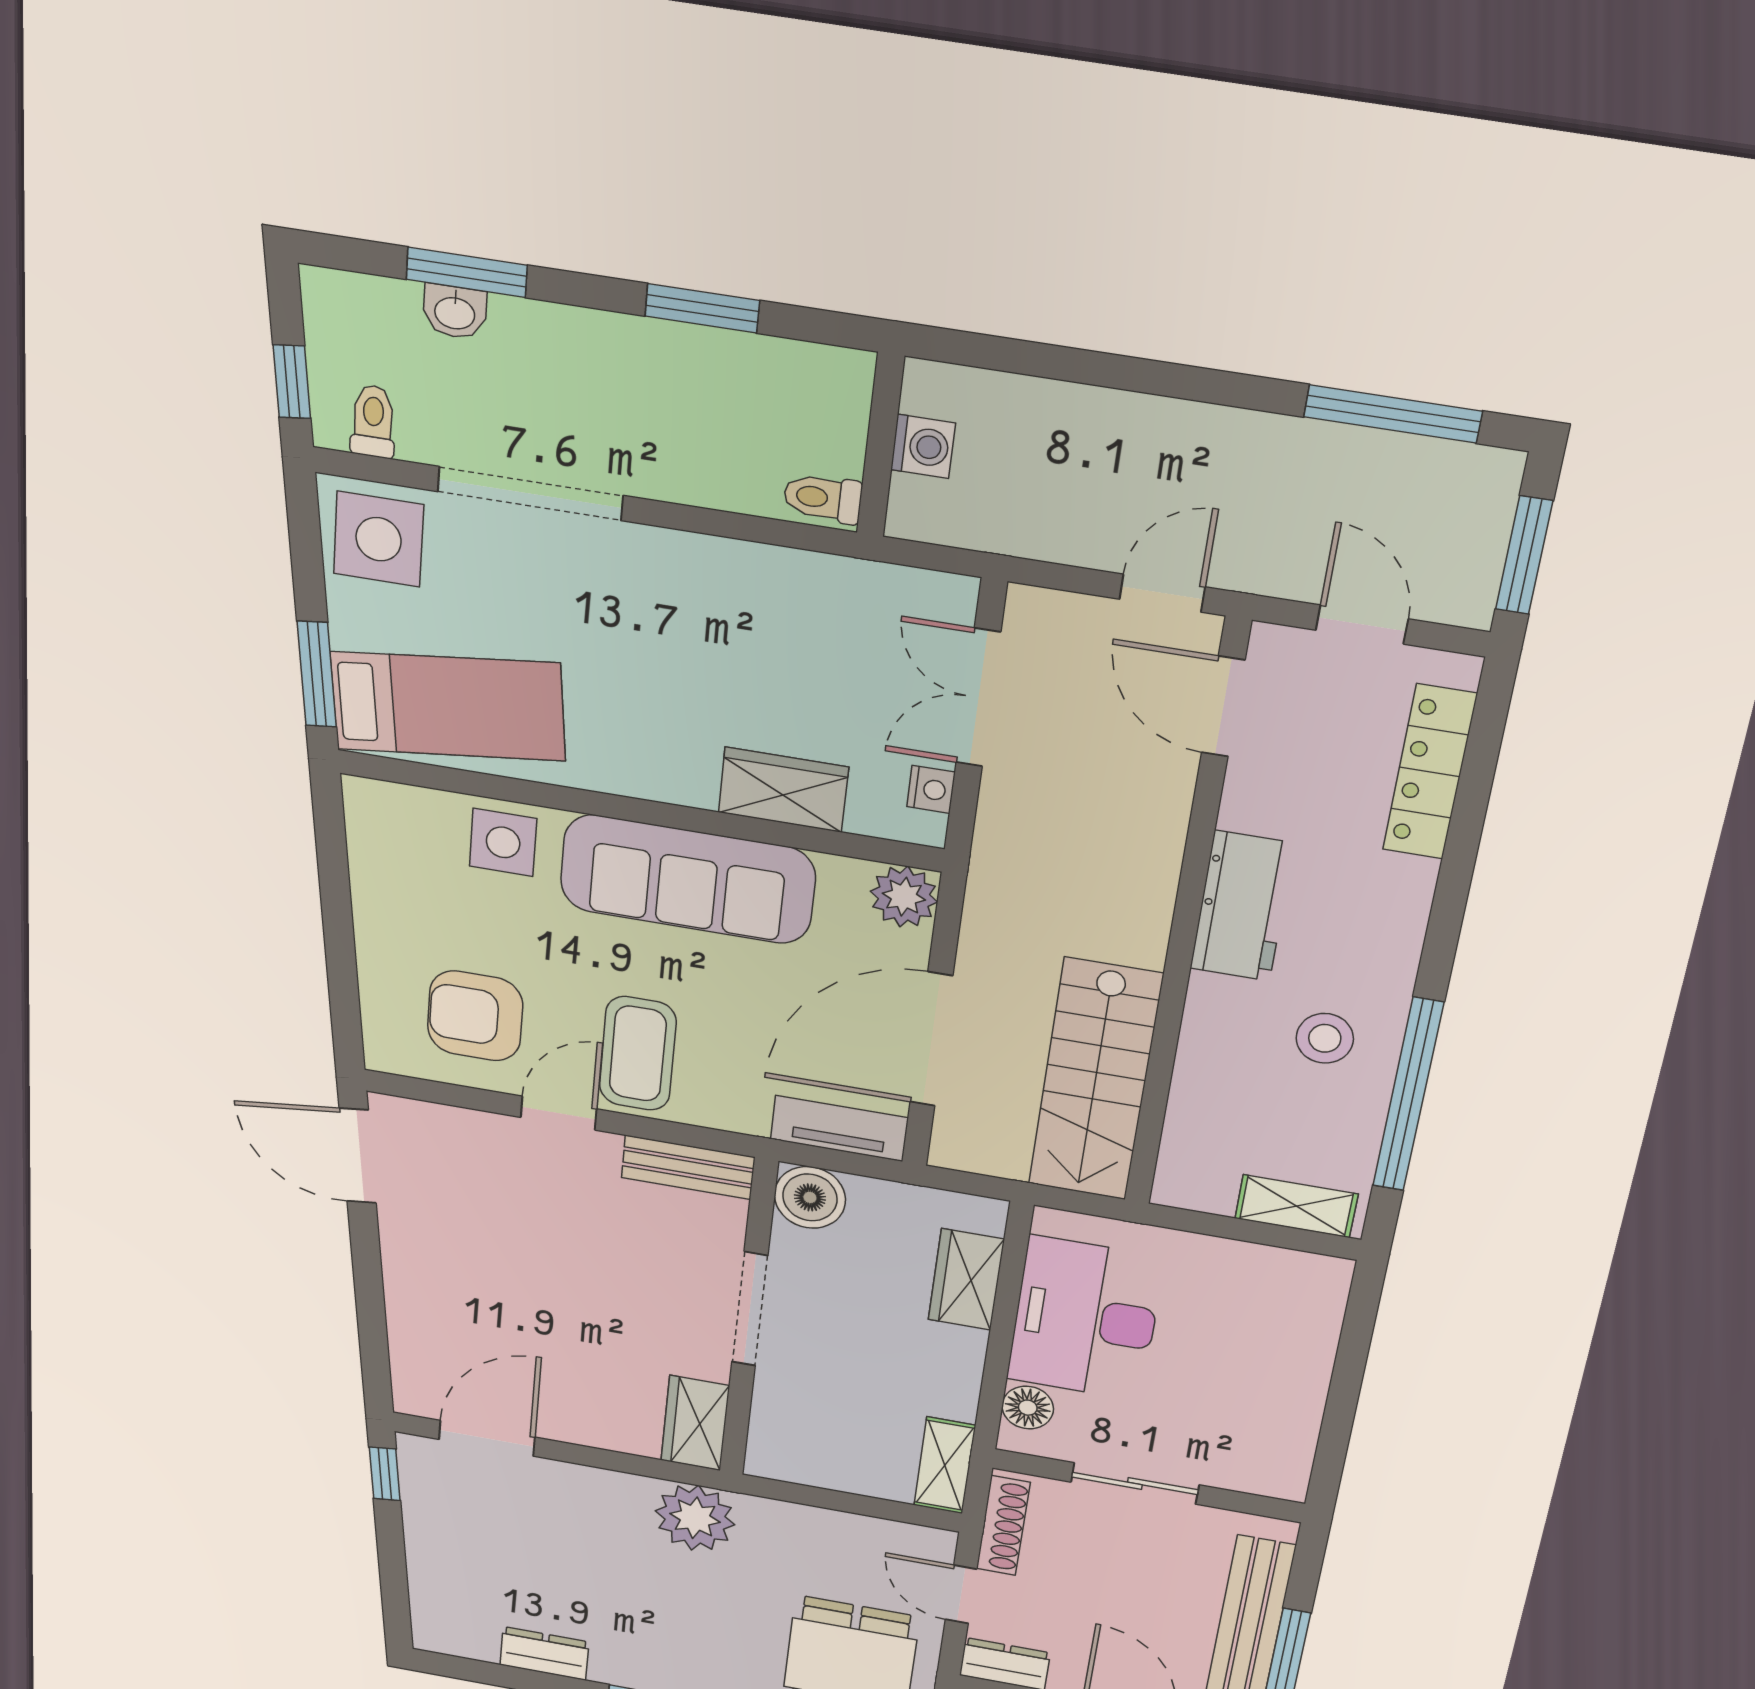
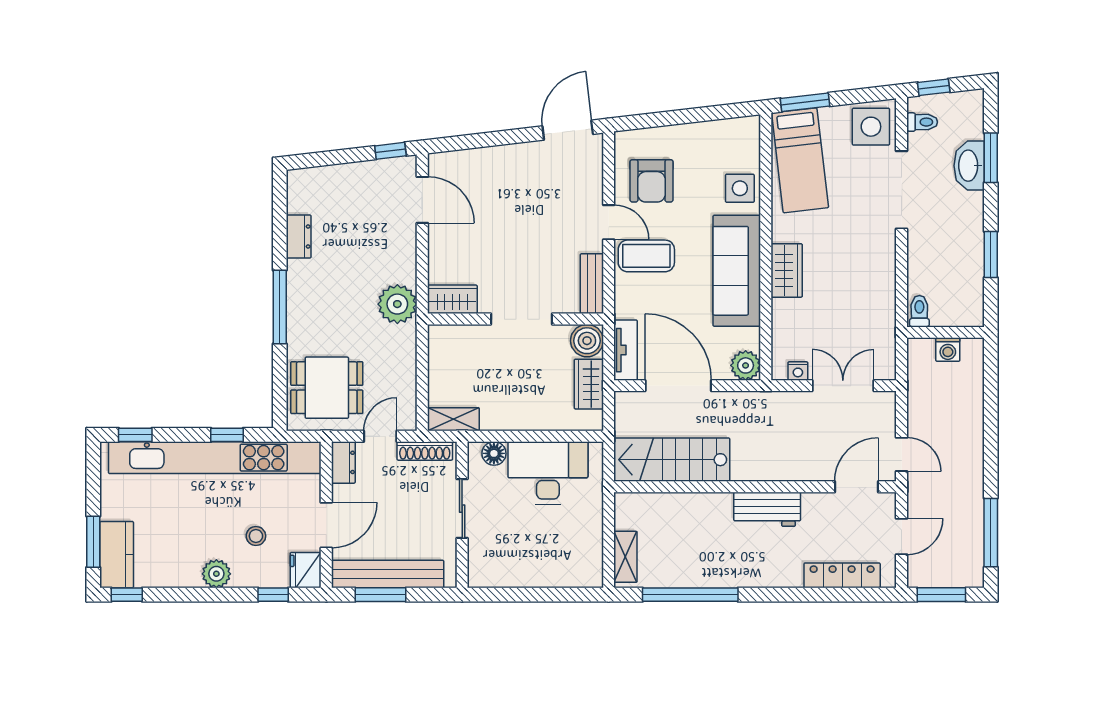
washbasin: (455, 312) -> (969, 166), width x1.91, depth x1.45
wardrobe: (783, 790) -> (787, 270), moved
armchair: (475, 1016) -> (651, 181), turned 180
stool: (1325, 1038) -> (711, 555), removed
wardrobe: (966, 1280) -> (589, 384), moved, turned -90

